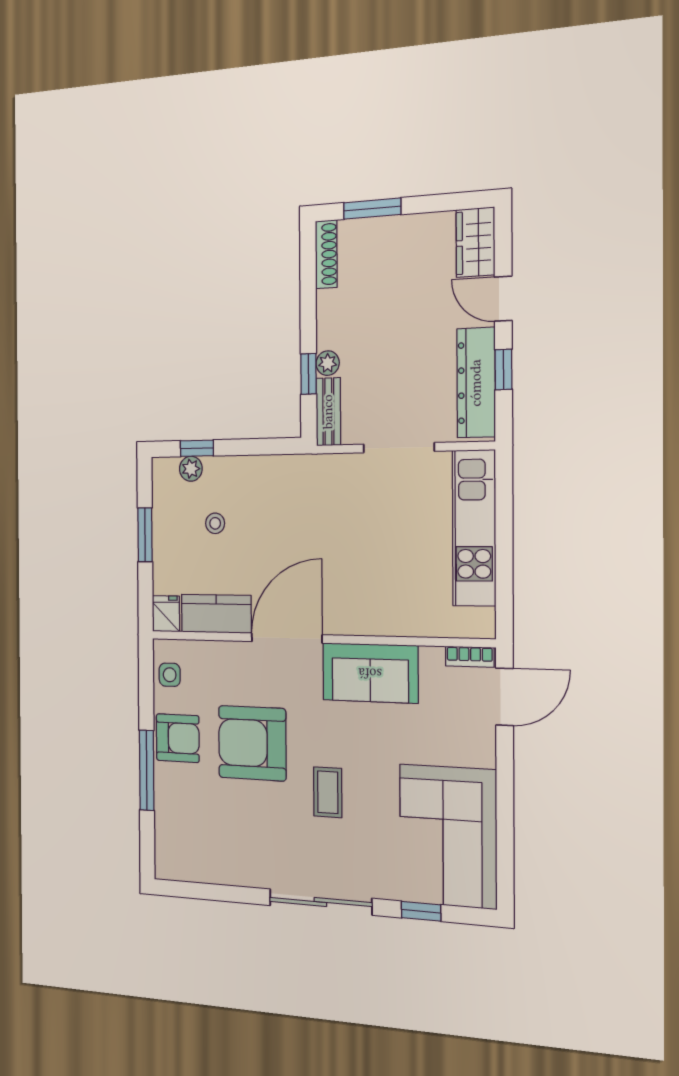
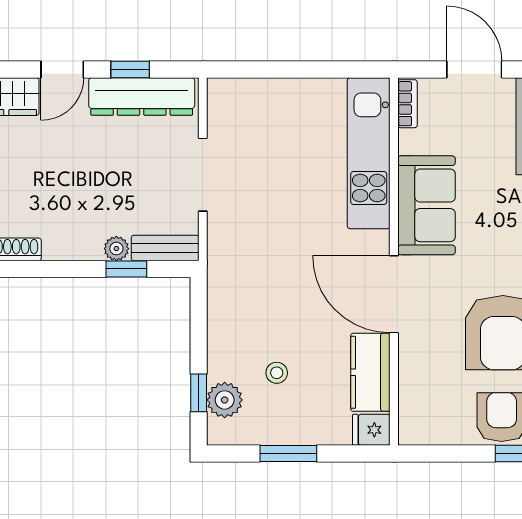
plant: (191, 469) -> (225, 400), width x1.38, depth x1.38
kitchen unit: (474, 528) -> (369, 153), moved, turned 90
side table: (170, 675) -> (435, 426), removed
door: (505, 697) -> (474, 70), moved

